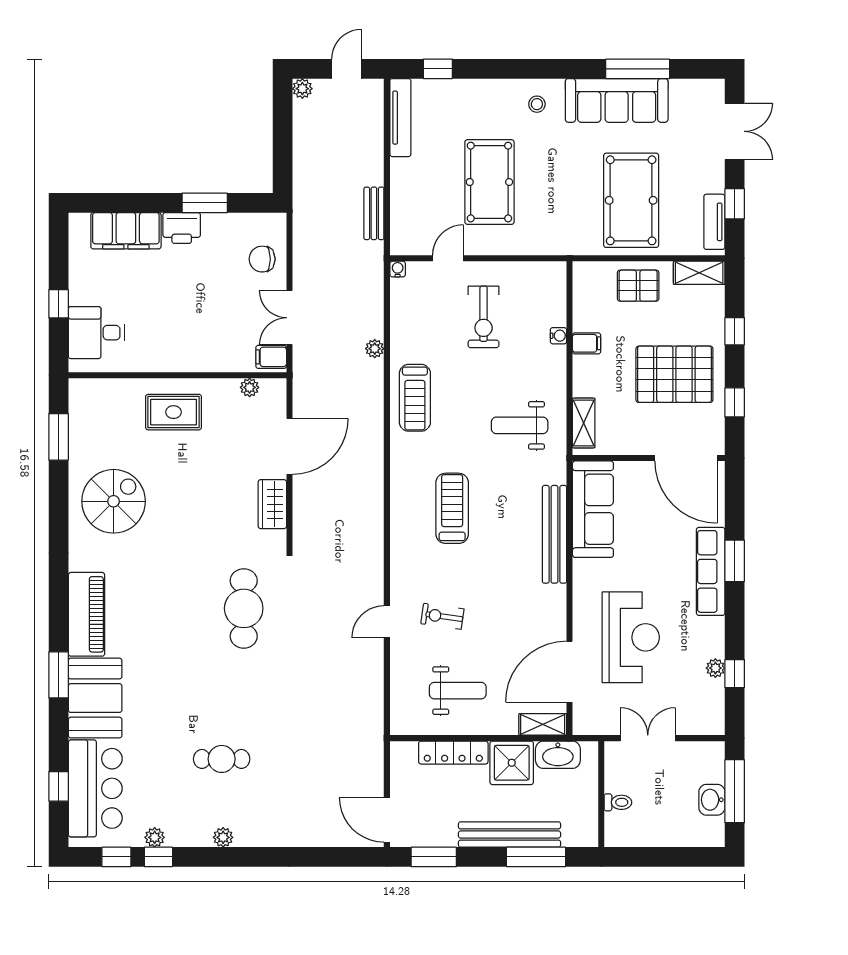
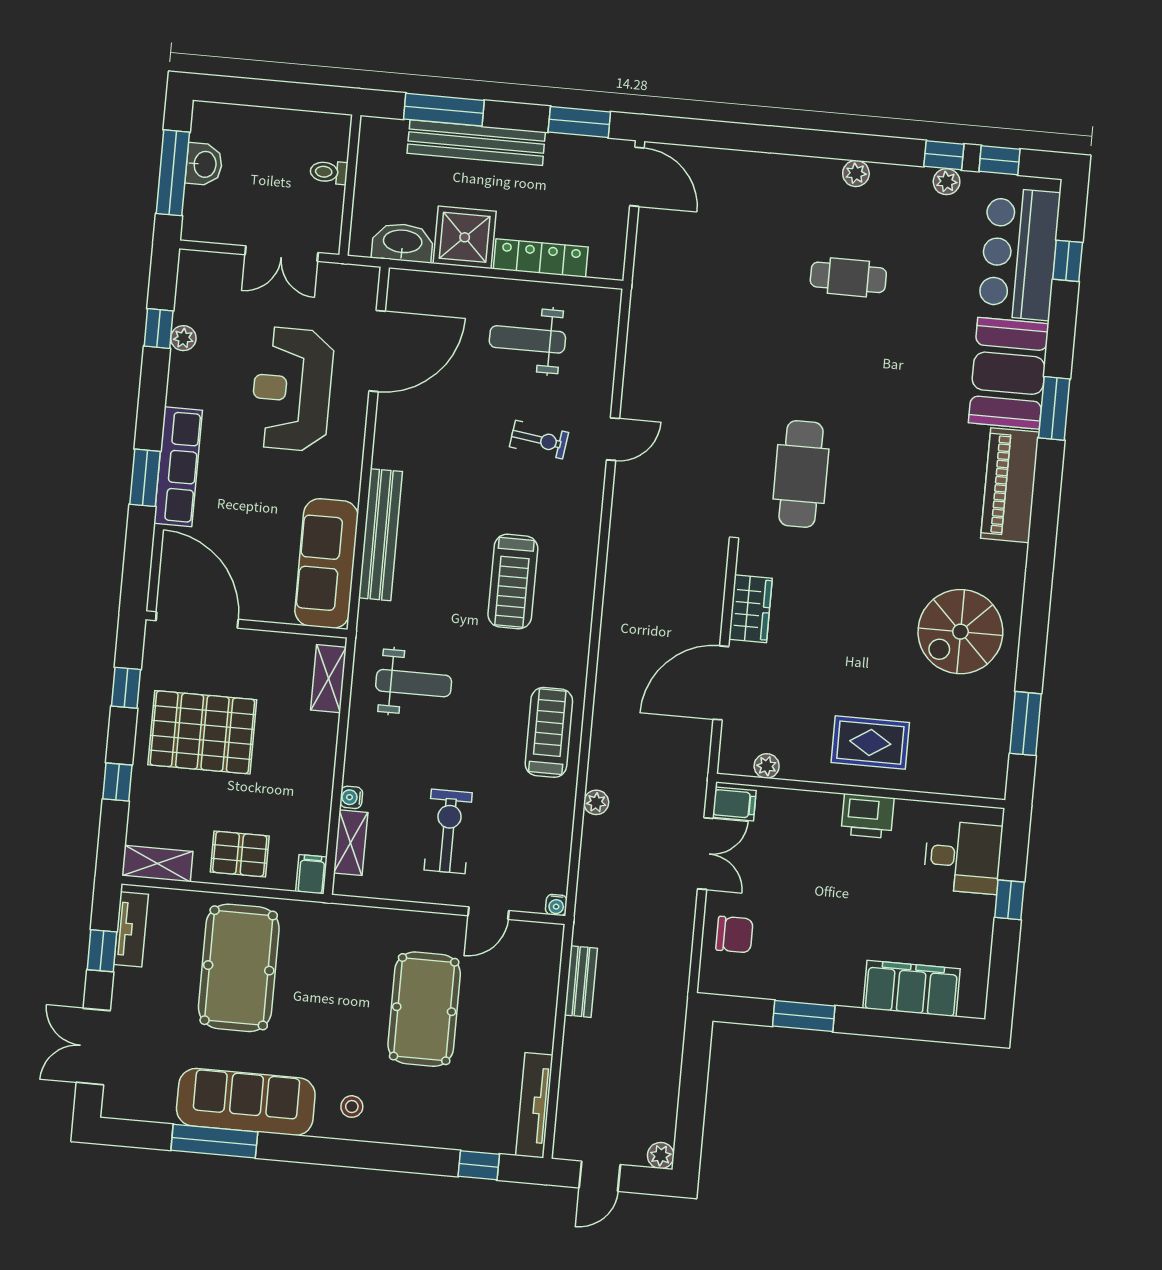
printer: (182, 228) -> (868, 816), moved, turned 180
filing cabinet: (587, 343) -> (311, 874), moved, turned 90
shelving: (543, 724) -> (351, 843), moved, turned 90

